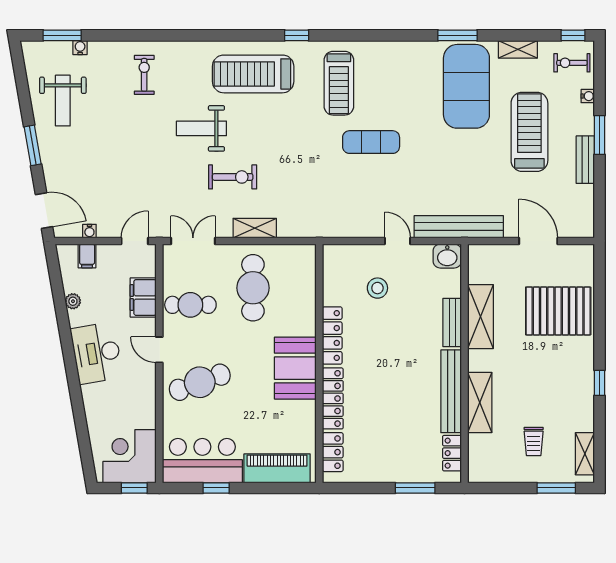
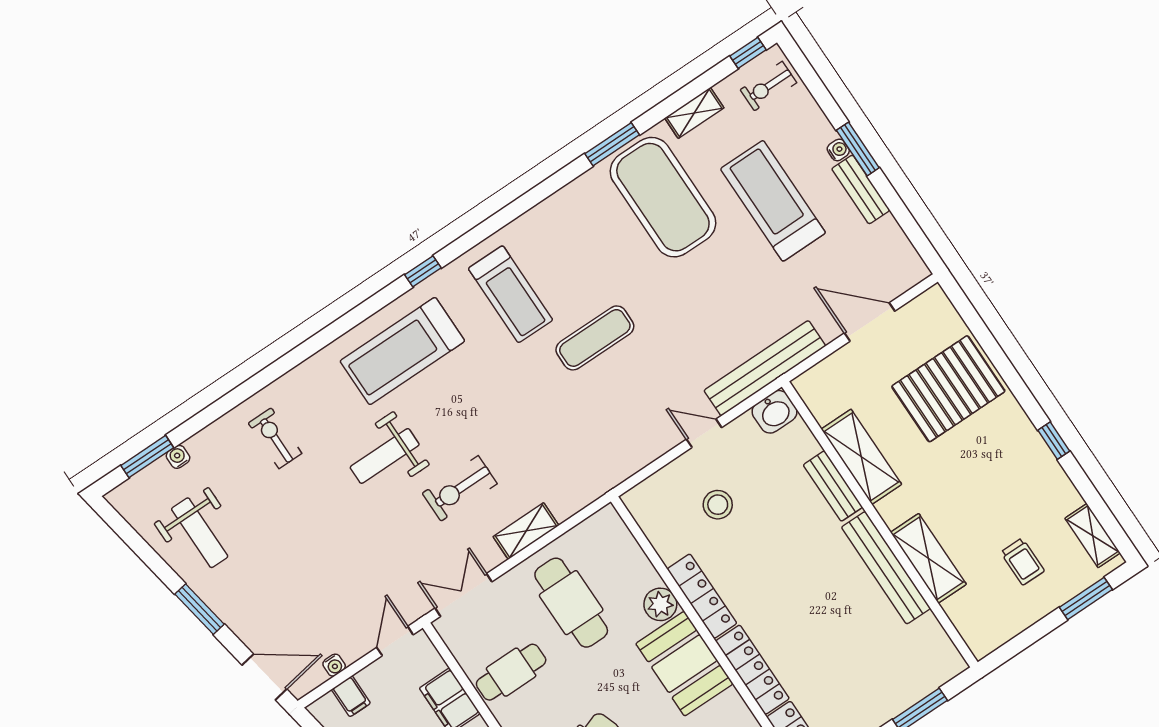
water cooler: (588, 96) -> (838, 150), moved
exercise bike: (233, 177) -> (460, 488), turned 180
plant: (305, 324) -> (660, 604), added
locker: (452, 453) -> (936, 640), removed

